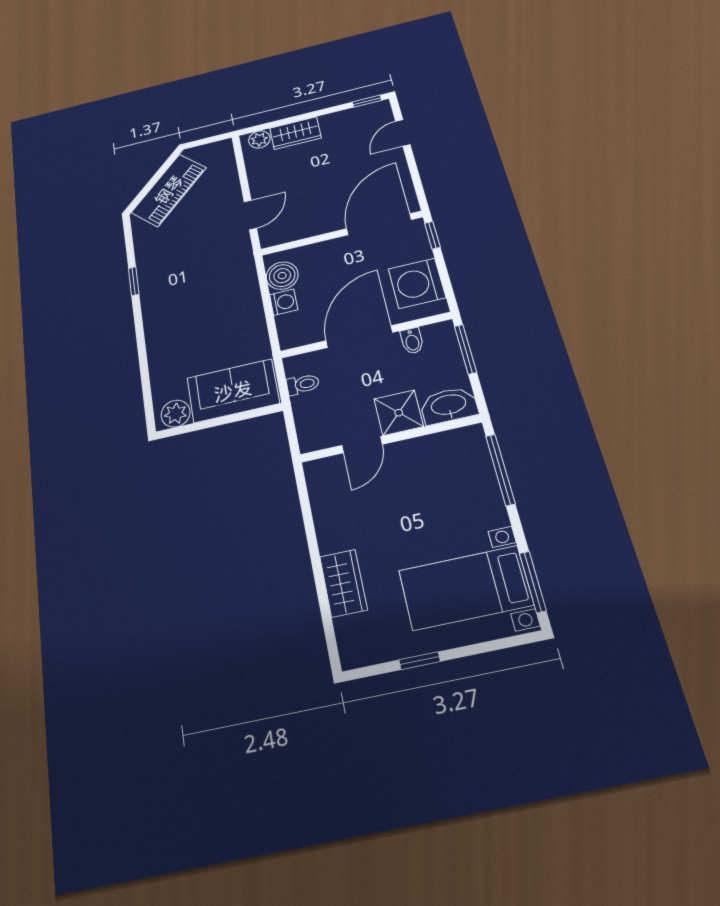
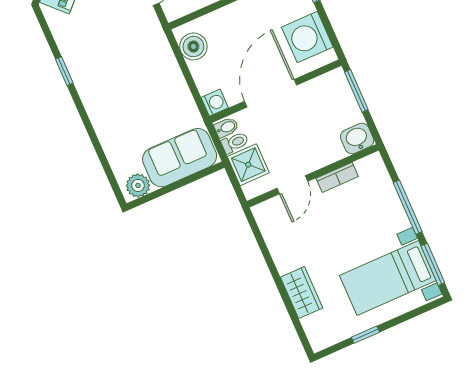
washing machine: (284, 302) -> (215, 103), moved
bidet: (412, 341) -> (226, 127), moved, turned -90
washbasin: (449, 405) -> (357, 139), width x0.72
shower: (399, 413) -> (248, 165), moved
bookcase: (421, 446) -> (337, 177), added
window: (500, 470) -> (408, 207), moved

